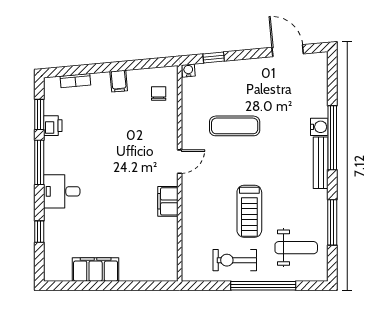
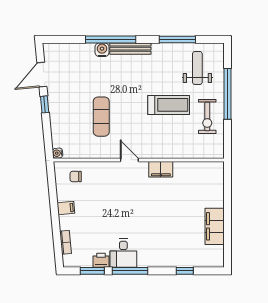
window: (214, 57) -> (45, 104), moved
desk: (62, 191) -> (123, 253), moved

